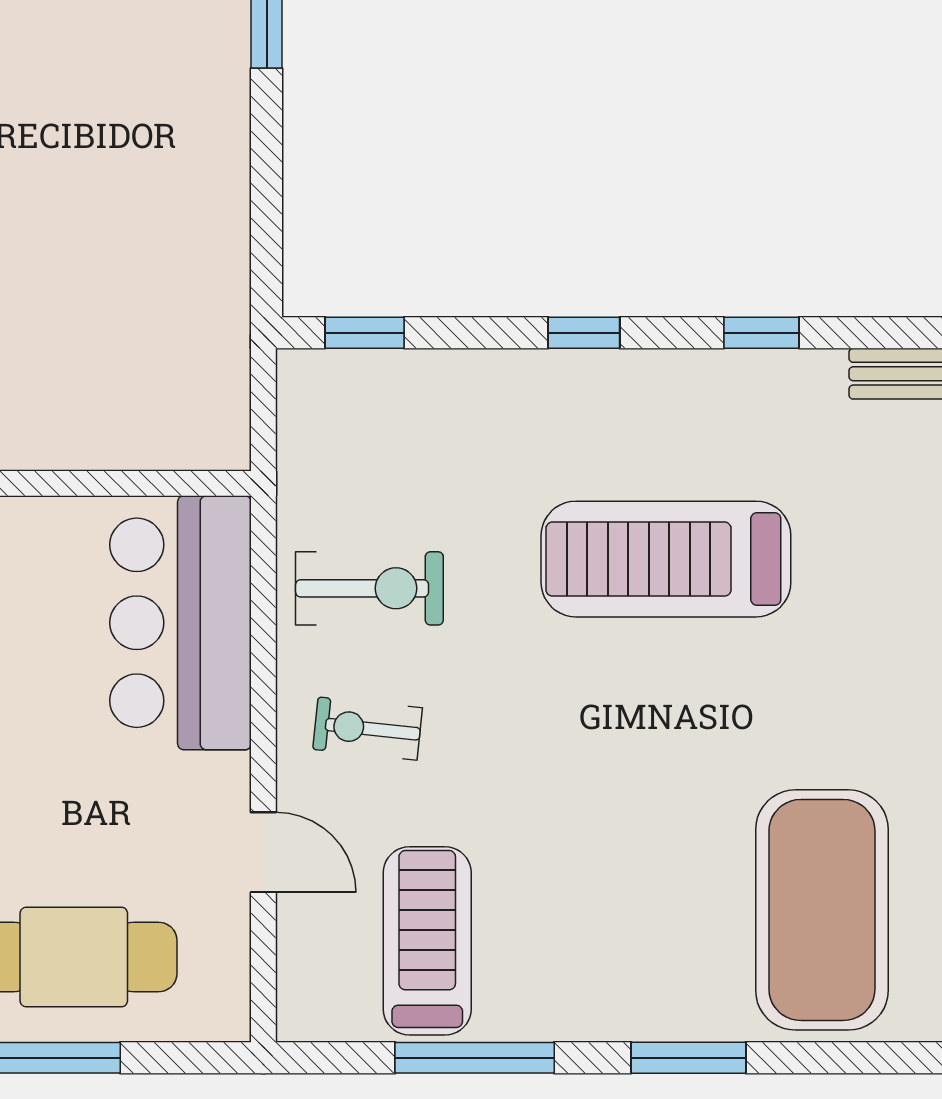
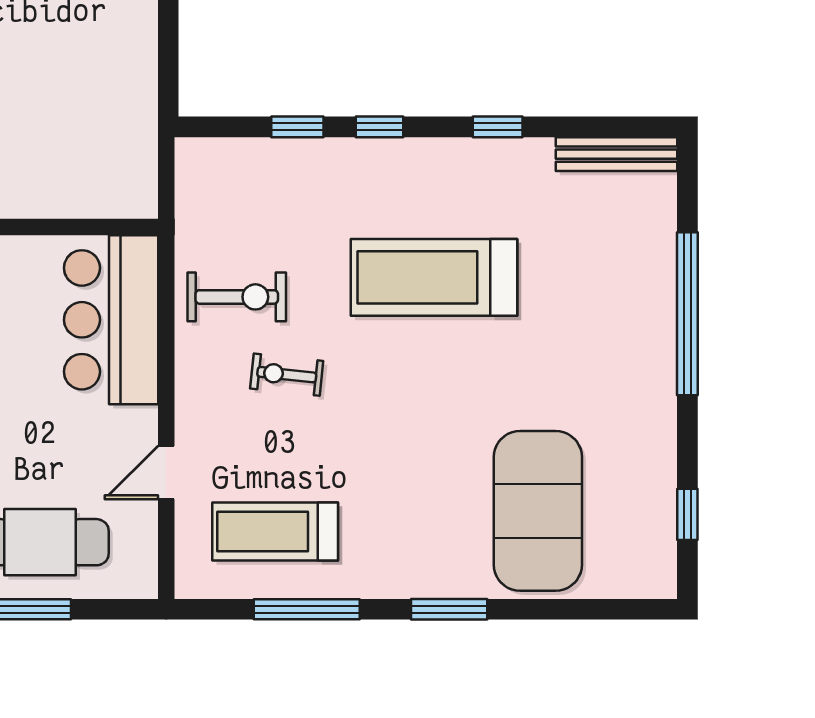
window: (365, 333) -> (297, 127), moved
exercise bike: (368, 729) -> (287, 375), moved
door: (263, 852) -> (166, 472), swing flipped
treadmill: (427, 941) -> (275, 531), turned -90

